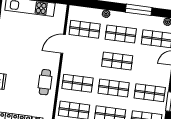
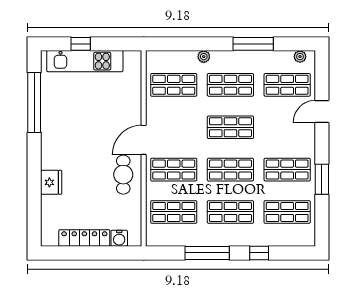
door: (63, 44) -> (144, 140), moved

